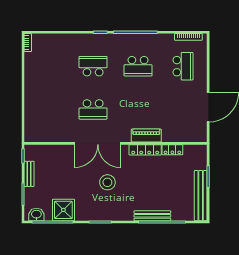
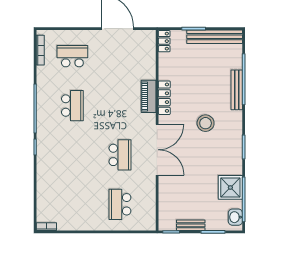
school desk: (93, 66) -> (120, 204), moved
locker: (172, 150) -> (164, 41), moved
stool: (107, 182) -> (206, 123), moved

